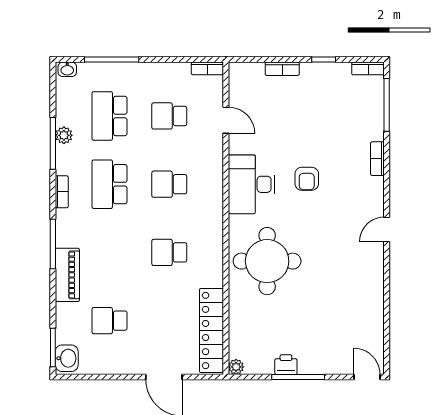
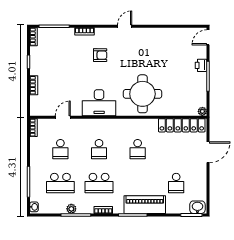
armchair: (307, 179) -> (100, 55), moved
door: (387, 230) -> (125, 26), swing flipped
piano: (67, 275) -> (145, 205), width x1.37, depth x1.33
printer: (286, 365) -> (201, 65), moved

